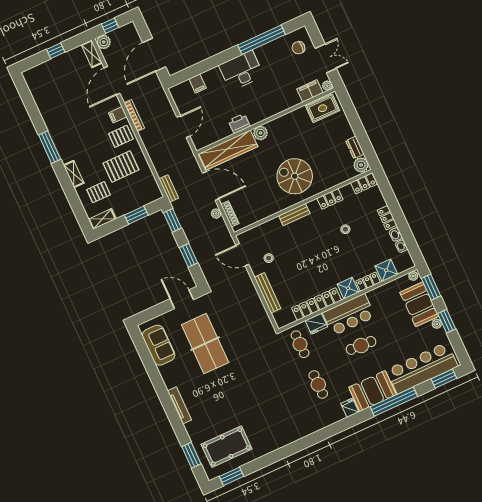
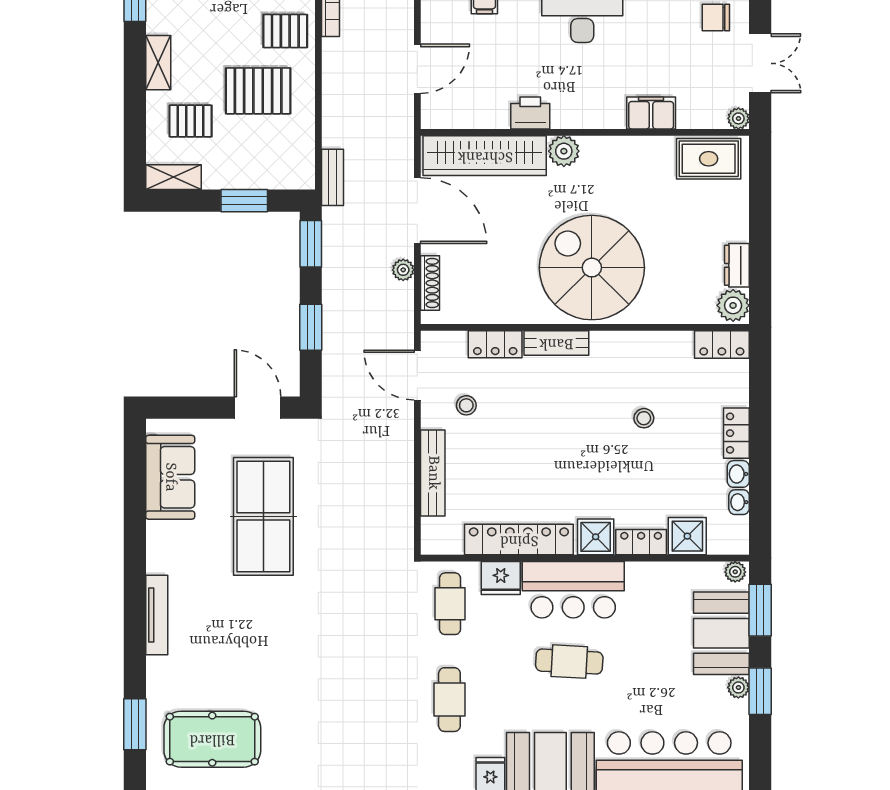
filing cabinet: (310, 91) -> (651, 113), moved
spiral stairs: (295, 176) -> (592, 268), width x1.37, depth x1.37
locker: (330, 199) -> (495, 344), moved

